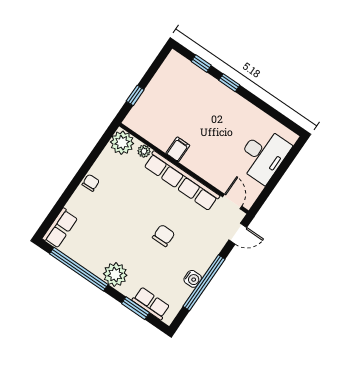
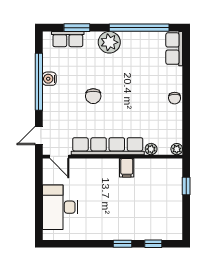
plant: (122, 143) -> (177, 149), width x0.53, depth x0.53

